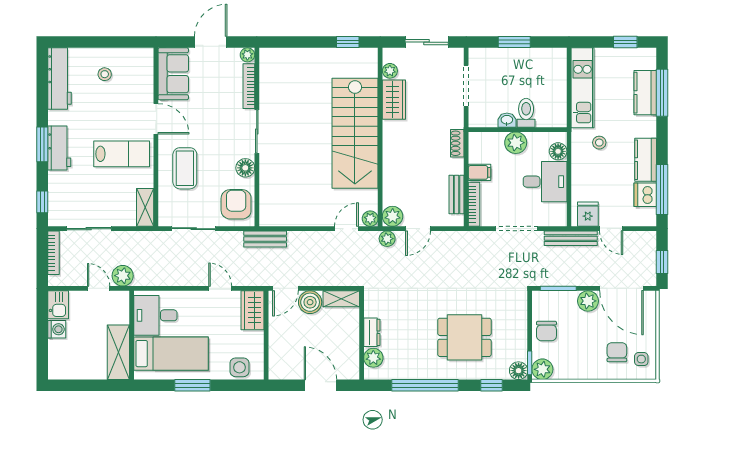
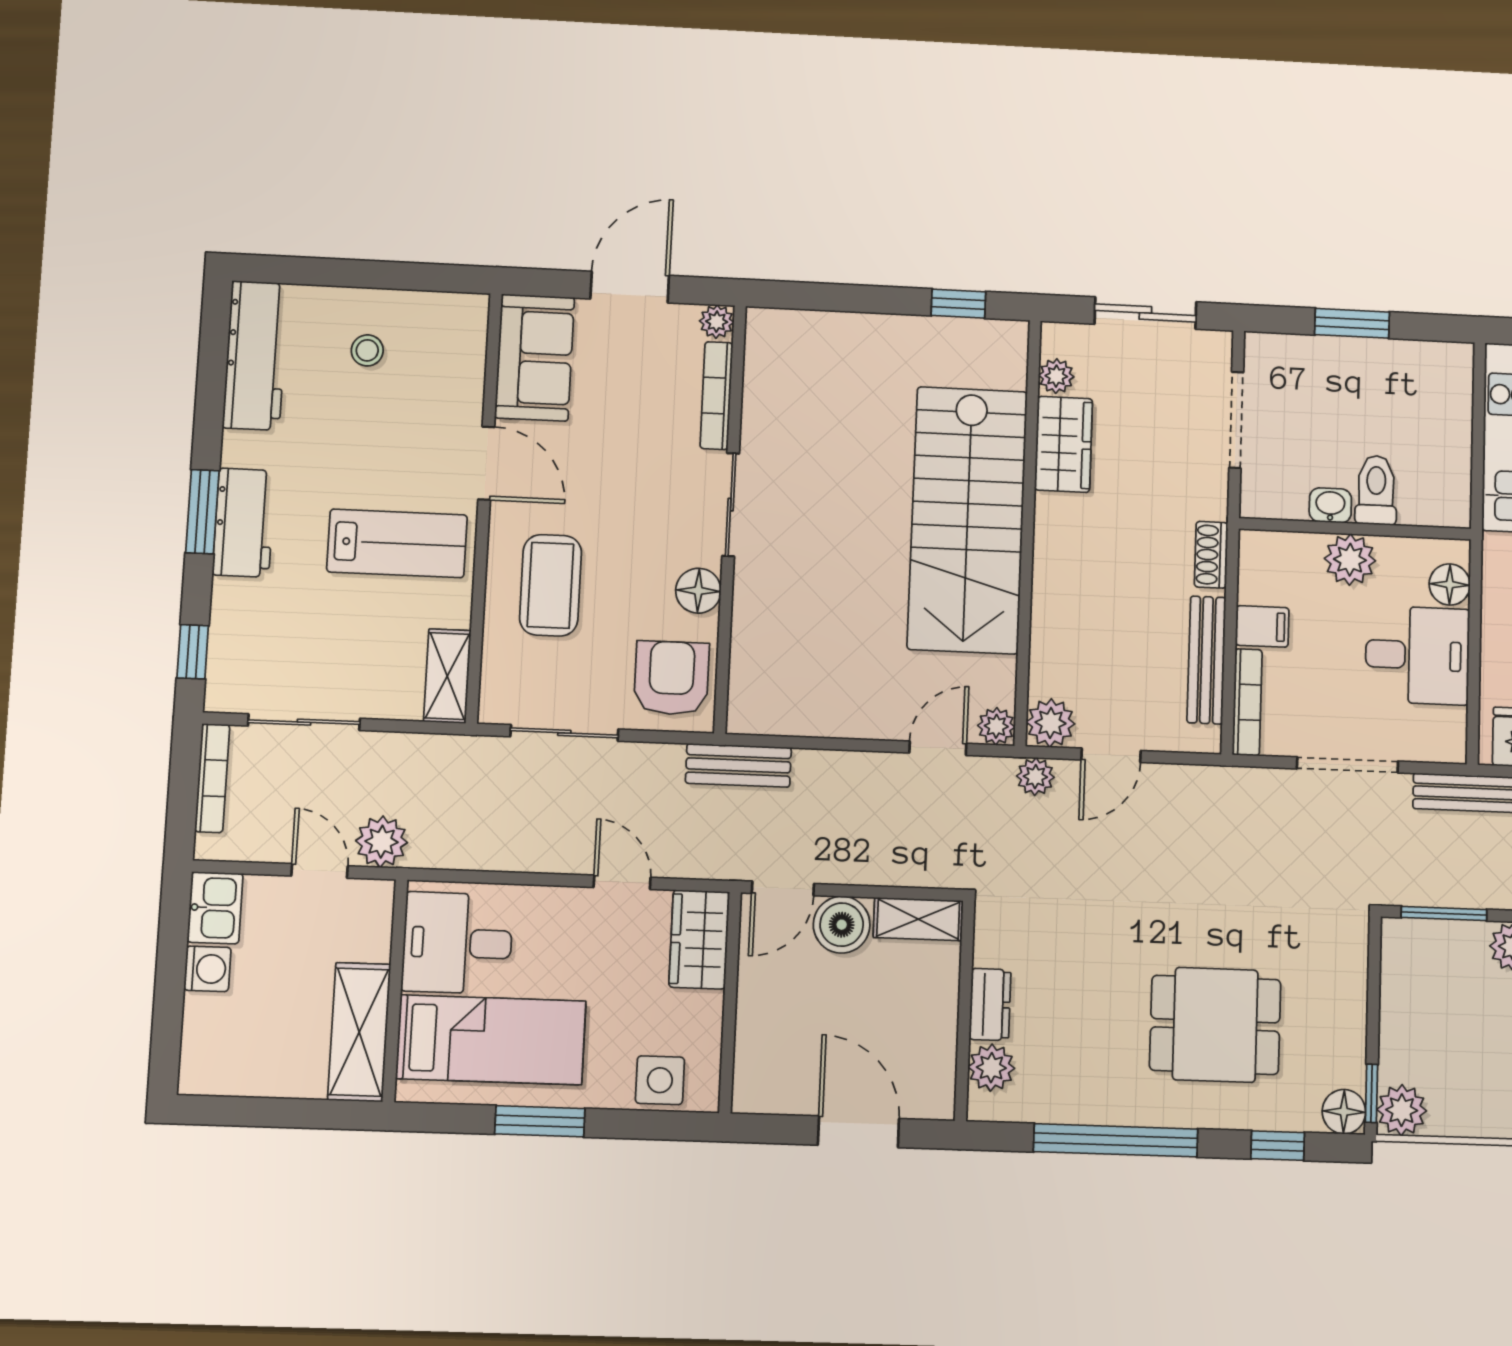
bench: (457, 194) -> (1206, 660), width x1.36
chair: (546, 331) -> (1413, 1016), removed

